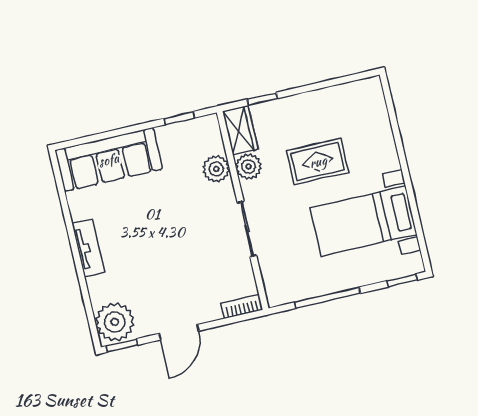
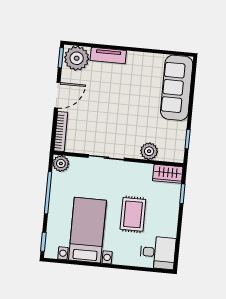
desk: (362, 106) -> (158, 253), added
plant: (248, 167) -> (61, 163), moved
tv unit: (88, 248) -> (108, 56), moved
bookcase: (242, 307) -> (61, 132), width x1.56
door: (179, 332) -> (57, 95), swing flipped

